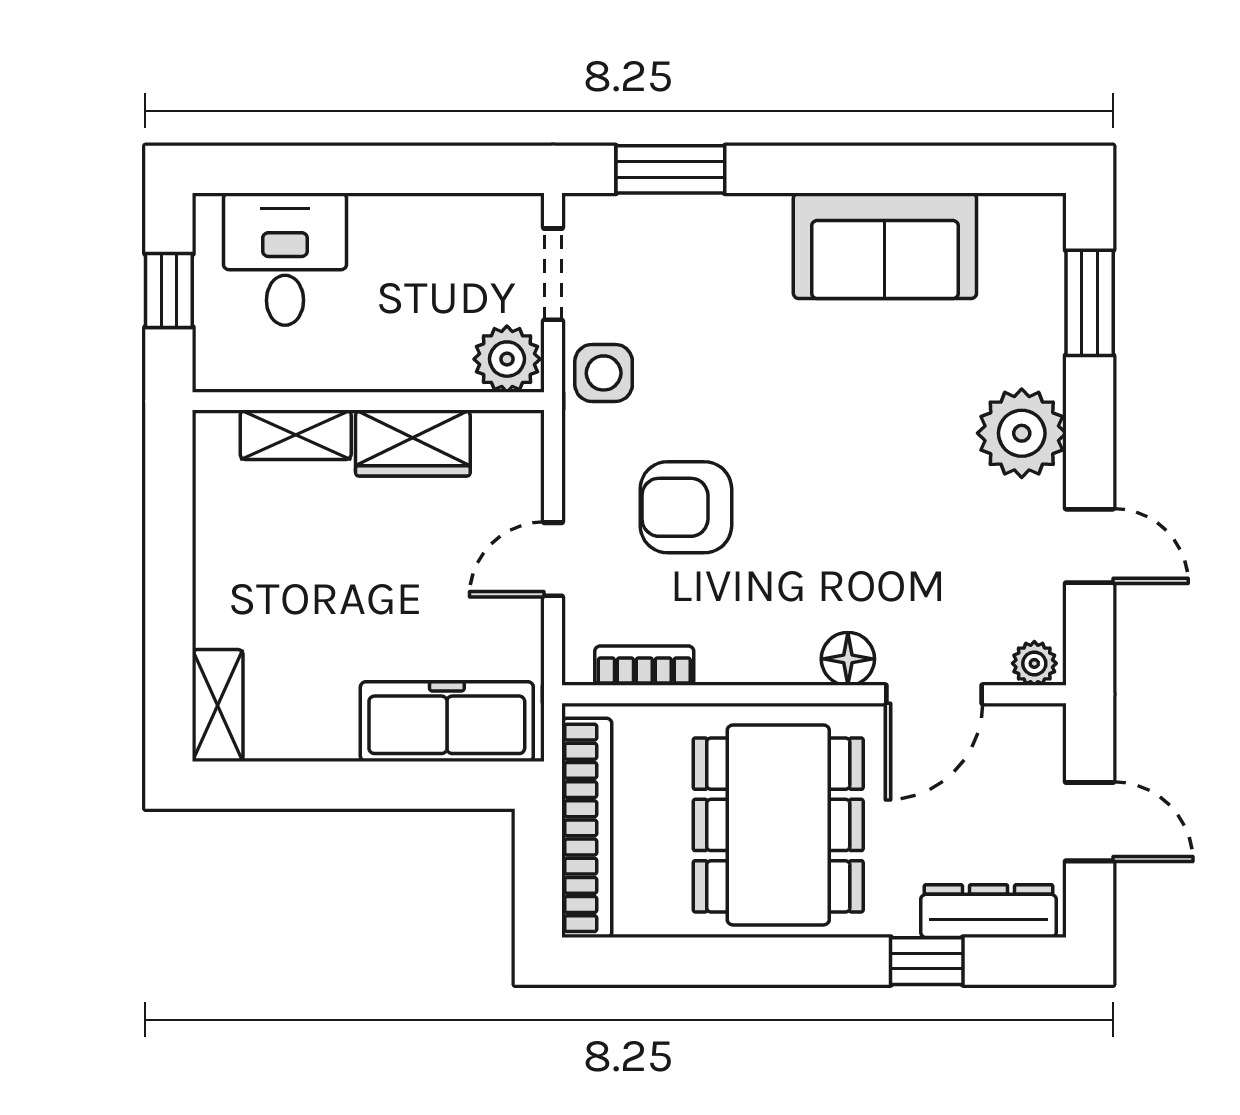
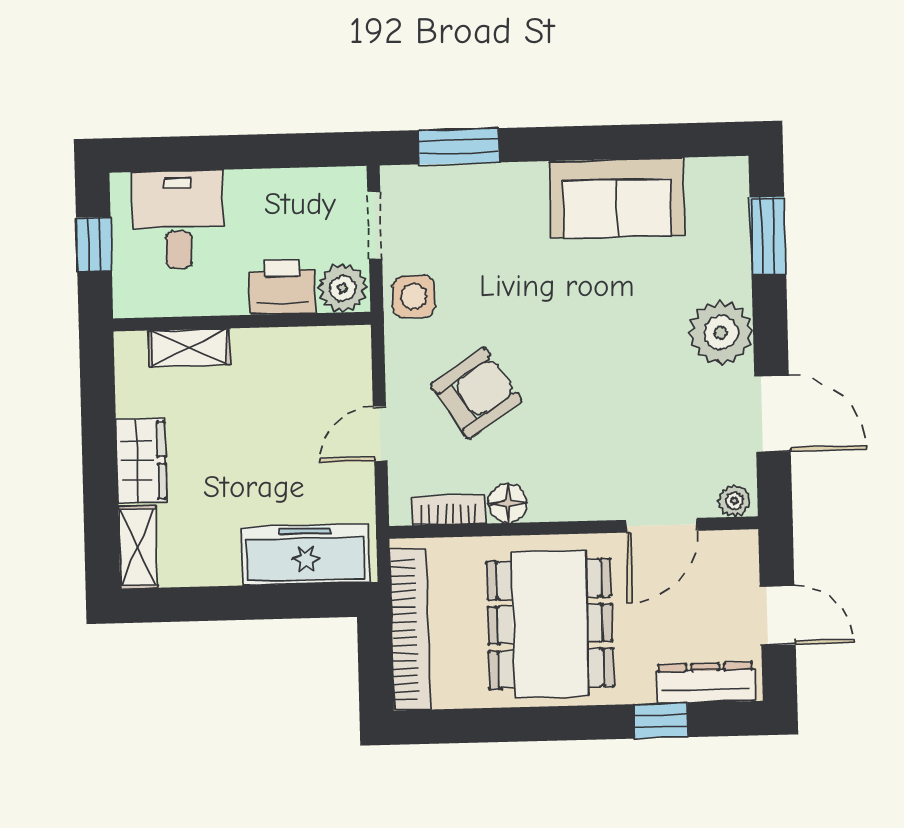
printer: (424, 355) -> (282, 287), added
wardrobe: (413, 443) -> (141, 461), moved, turned -90
armchair: (686, 507) -> (476, 393), turned 146
door: (1090, 546) -> (773, 414), width x1.38
floor lamp: (848, 659) -> (508, 503), moved

